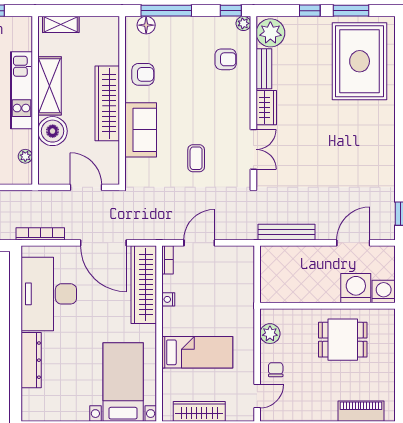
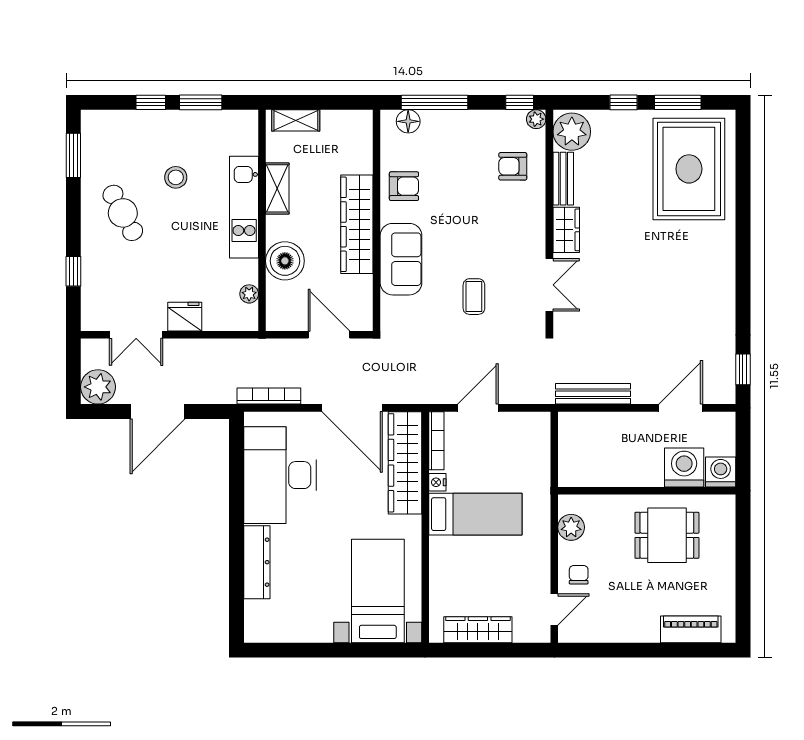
armchair: (226, 59) -> (513, 166), turned 180
shelving: (50, 86) -> (277, 188), width x0.67, depth x0.75
bookcase: (168, 260) -> (436, 441), width x1.56
bed: (197, 352) -> (475, 514), moved

